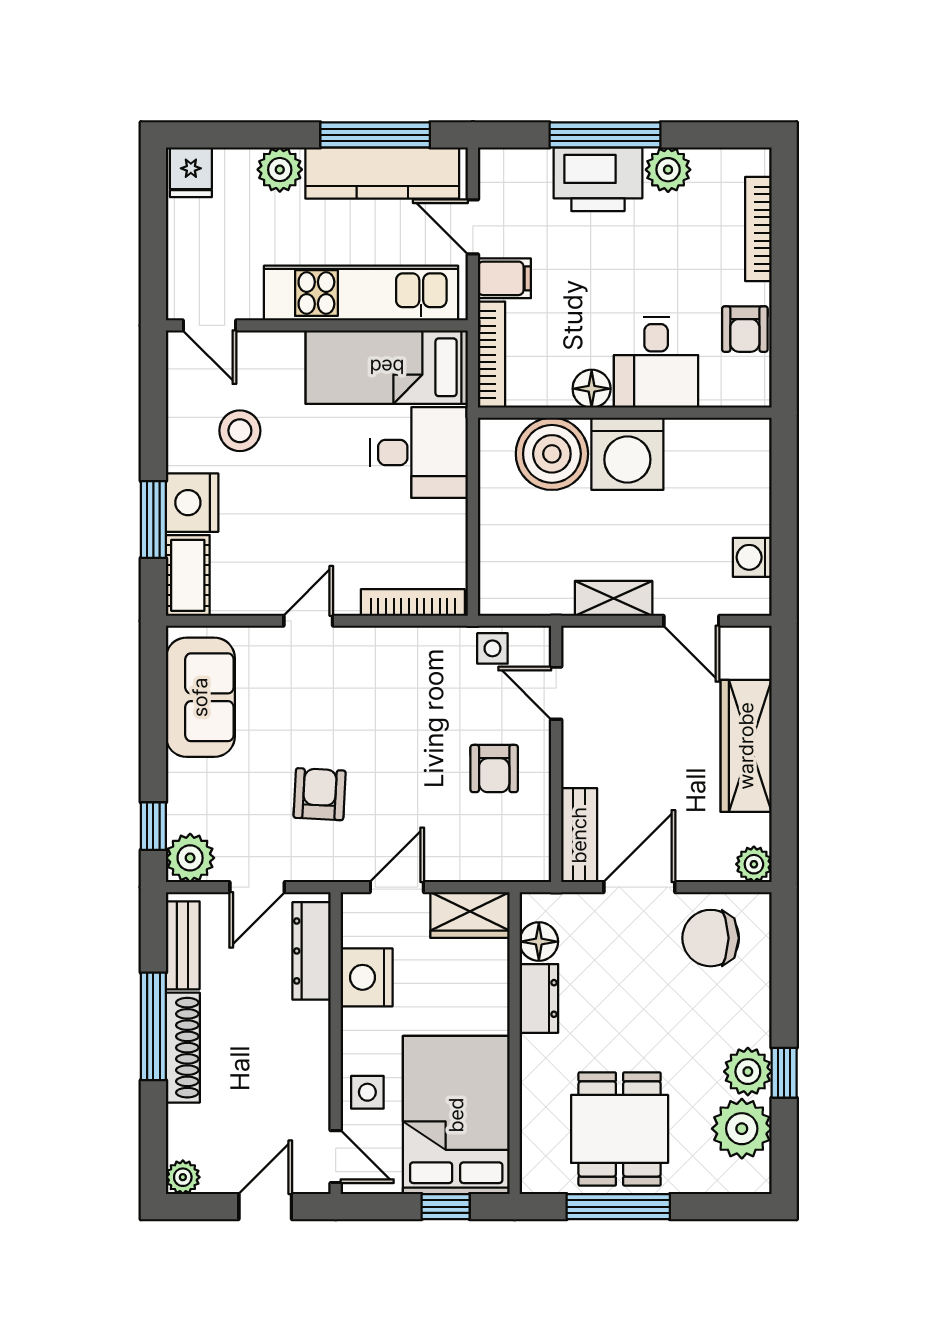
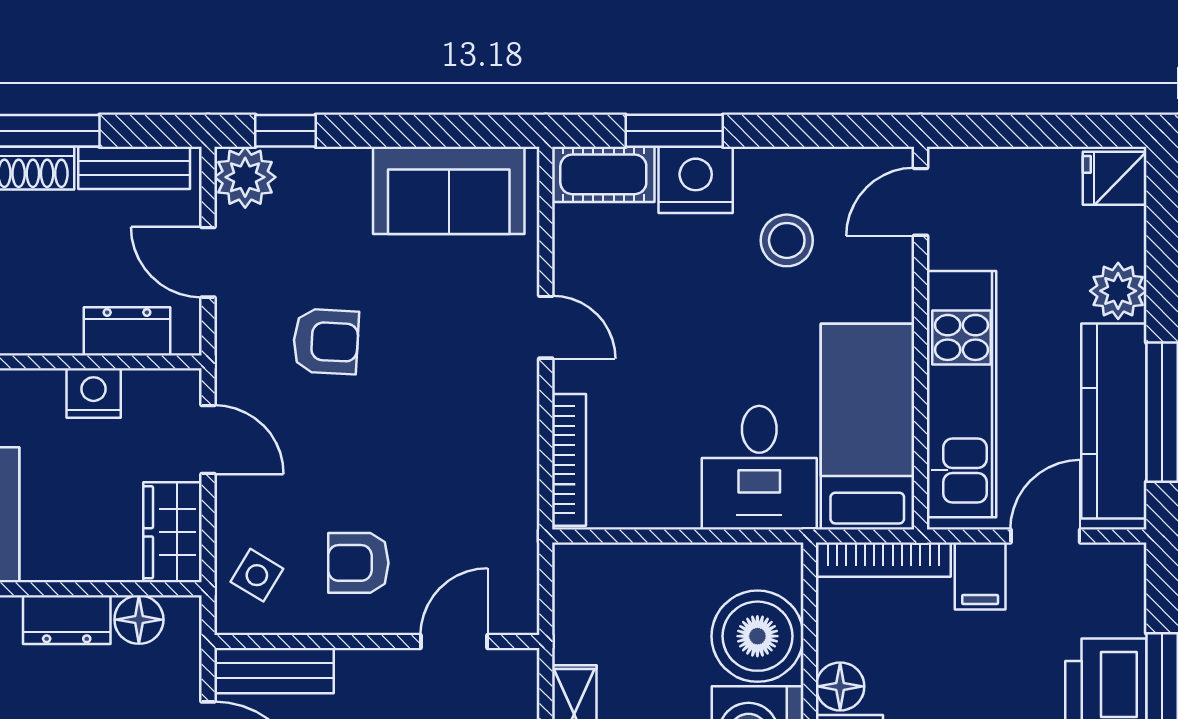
side table: (492, 648) -> (257, 575), moved, turned 31
dresser: (312, 951) -> (127, 331), width x0.70
nightstand: (367, 977) -> (94, 393), width x0.74, depth x0.75

